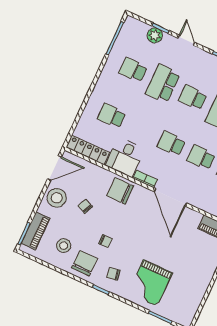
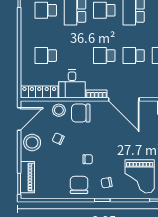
stool: (64, 246) -> (59, 110), moved

